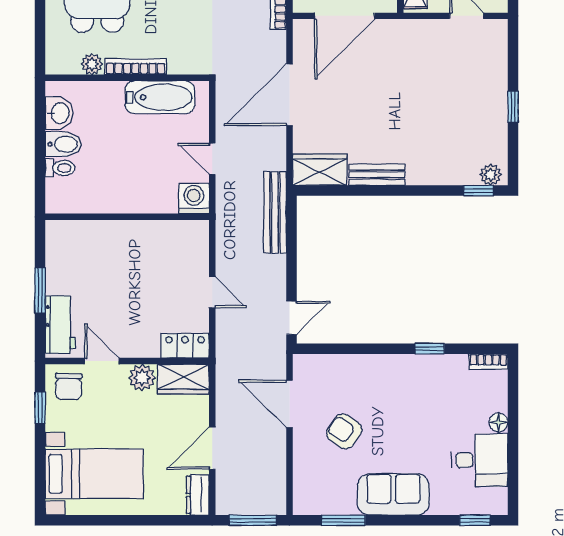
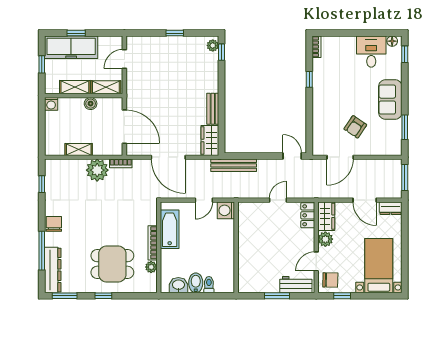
floor lamp: (499, 422) -> (392, 41), moved

